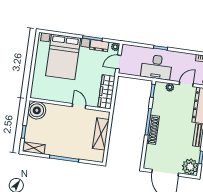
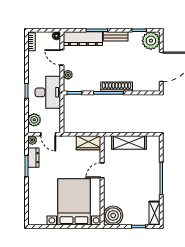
plant: (133, 51) -> (34, 120), added
bed with nightstands: (63, 57) -> (74, 202), moved, turned -90
wardrobe: (106, 92) -> (89, 143), width x0.67

